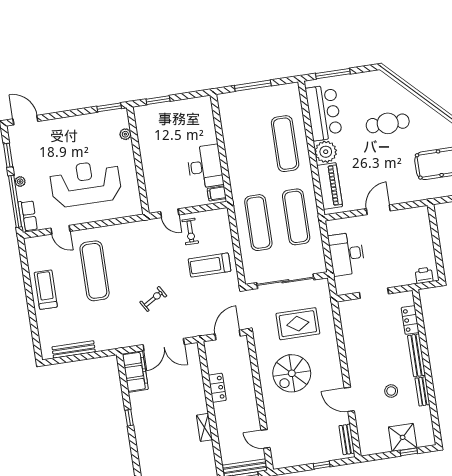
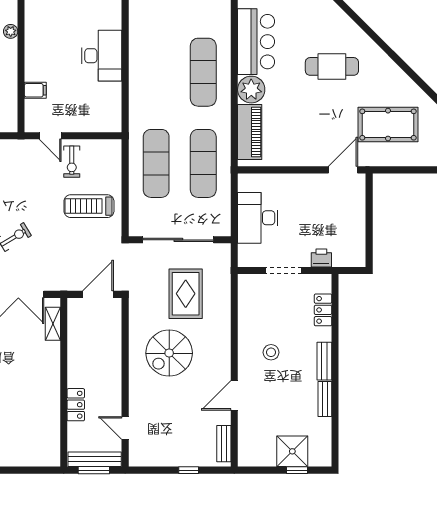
desk: (205, 167) -> (102, 56), moved
filing cabinet: (217, 193) -> (35, 90), moved, turned 180
door: (378, 210) -> (343, 170), moved
printer: (424, 275) -> (321, 258), moved
rug: (298, 324) -> (186, 294), turned 90
bench: (417, 355) -> (324, 361), width x0.73
locker: (217, 388) -> (76, 405), moved
stool: (391, 391) -> (271, 352), moved
door: (349, 399) -> (234, 395), hinge flipped
shelving: (204, 427) -> (53, 324), moved

